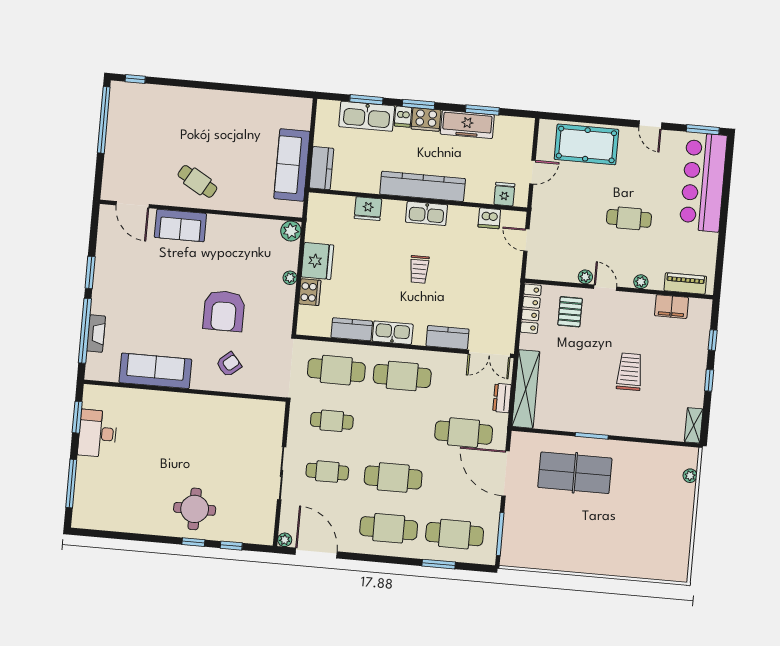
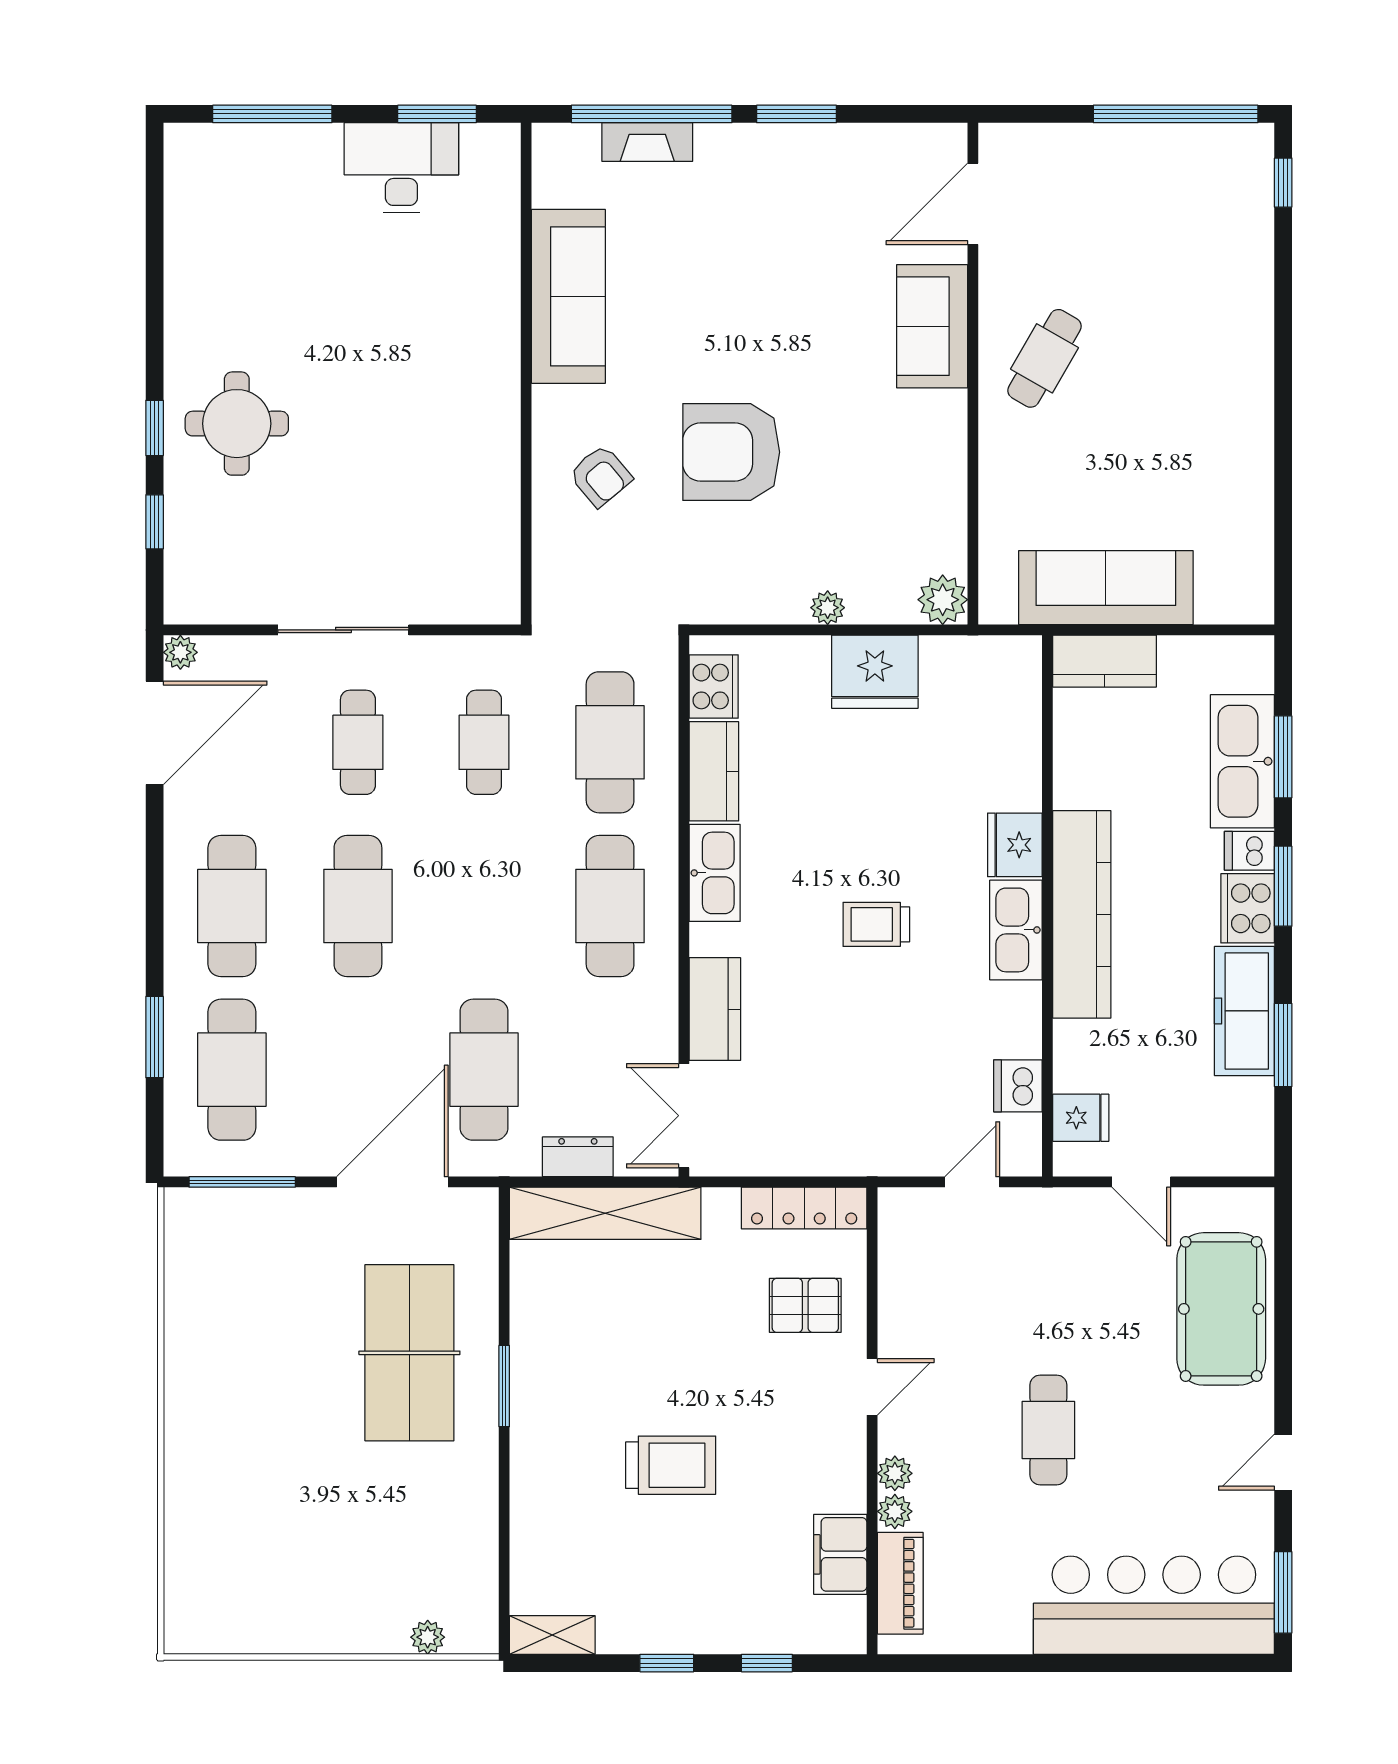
fridge: (368, 209) -> (1015, 845), moved
plant: (585, 277) -> (895, 1511), moved
cooker: (310, 292) -> (714, 686), moved, turned -90

